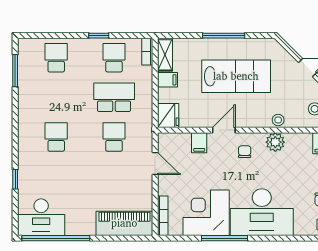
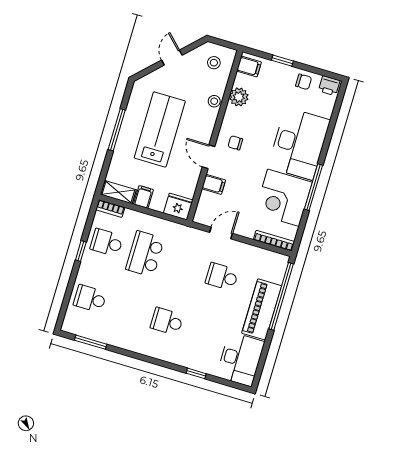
school desk: (114, 137) -> (222, 277), moved
plant: (275, 142) -> (239, 97), moved
piano: (124, 223) -> (262, 309), moved
window: (56, 238) -> (281, 296), moved

